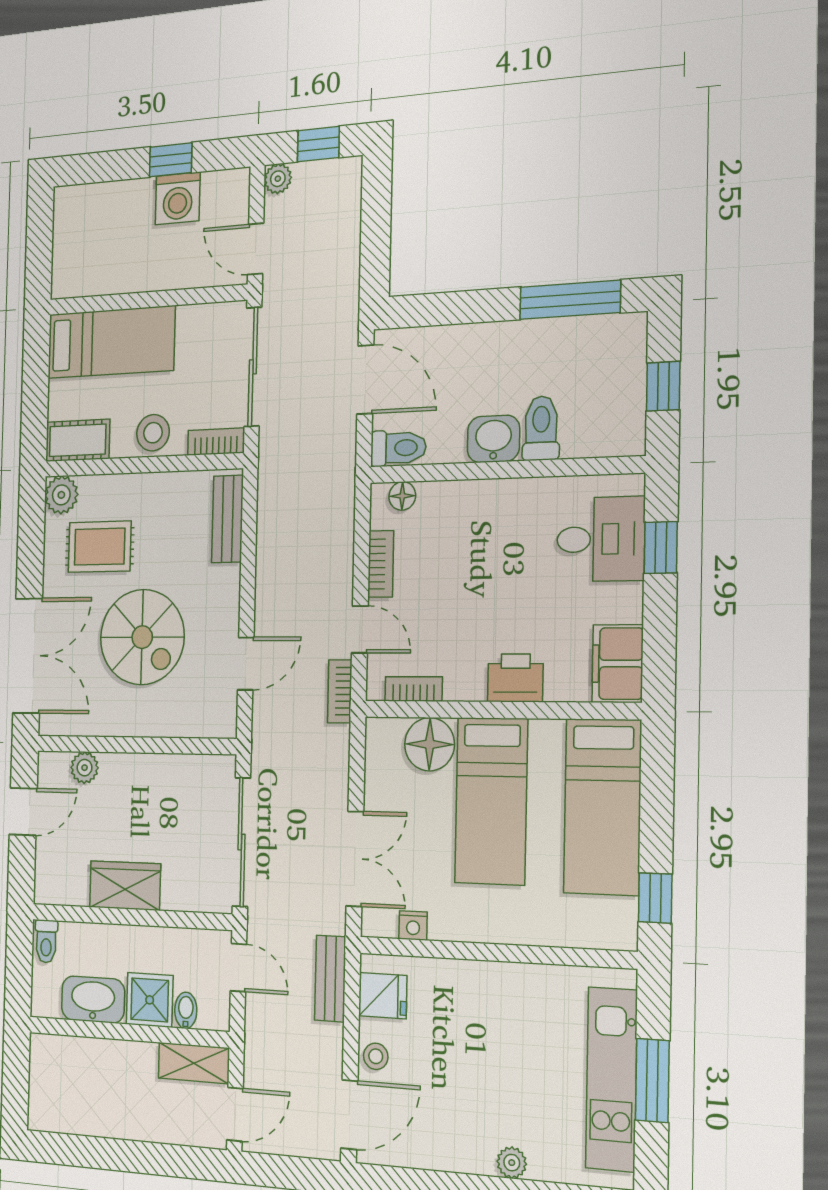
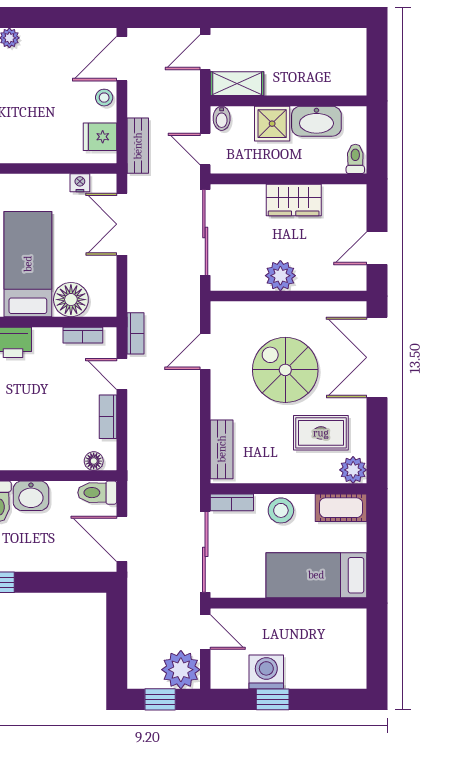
plant: (278, 179) -> (181, 670), width x1.88, depth x1.88
plant: (85, 768) -> (280, 276), moved, width x1.38, depth x1.38
bidet: (186, 1010) -> (222, 118), moved

